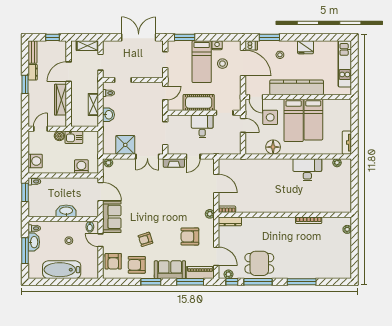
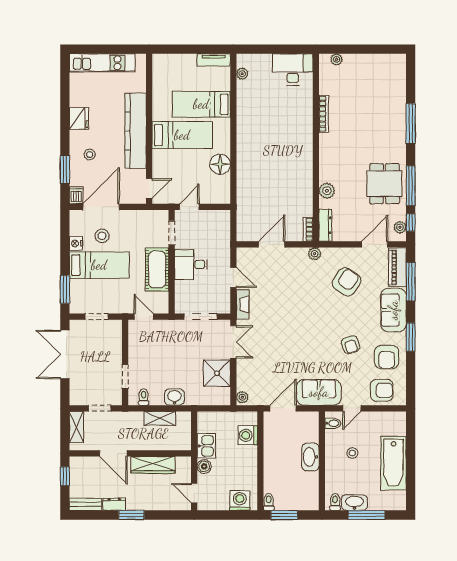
side table: (270, 117) -> (178, 168), removed
bed: (313, 120) -> (201, 104), moved, turned 180
desk: (307, 170) -> (293, 69), moved, turned 90
plant: (254, 223) -> (327, 191), added
armchair: (190, 236) -> (347, 282), turned -146

